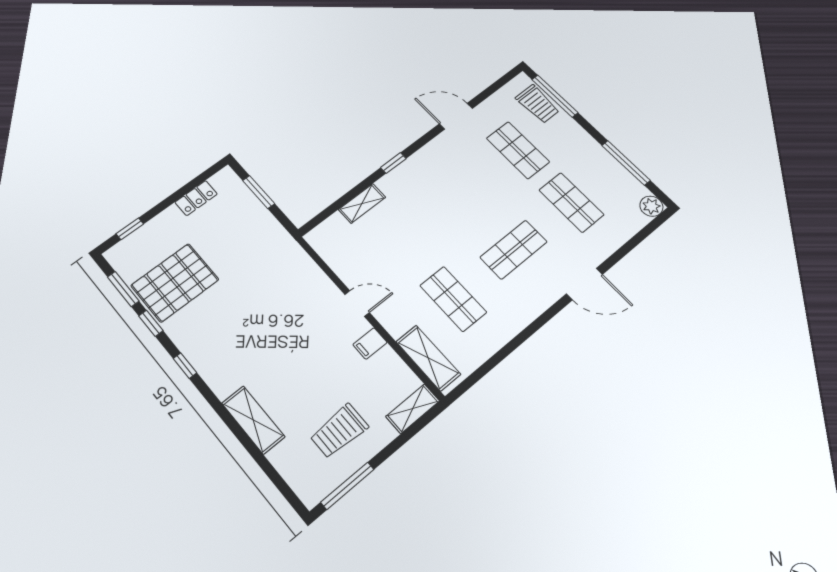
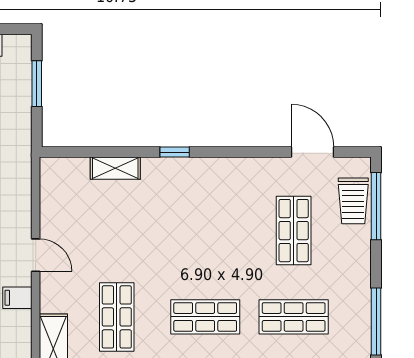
door: (456, 116) -> (313, 152), moved
shop shelf: (571, 202) -> (294, 317), turned 90

